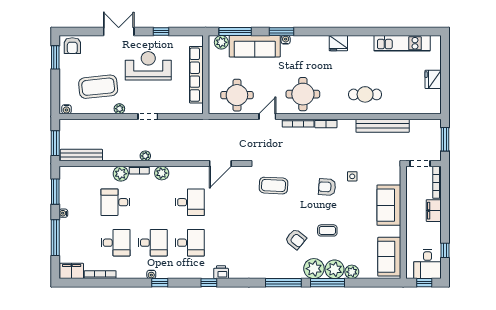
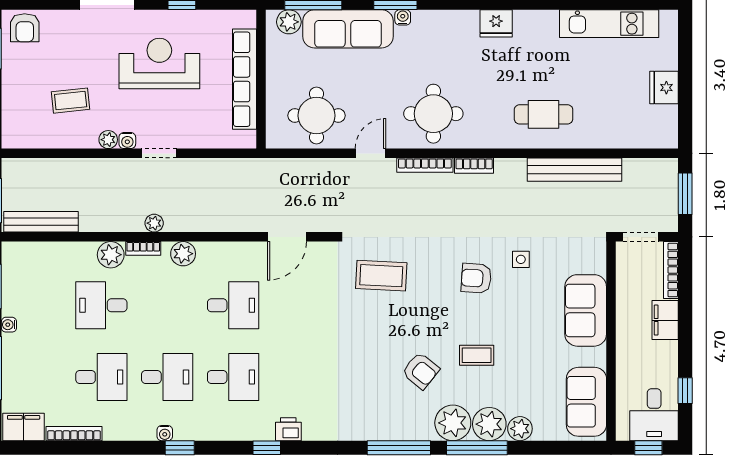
coffee table: (98, 87) -> (71, 101), width x0.54, depth x0.58
water cooler: (66, 109) -> (127, 141), moved

